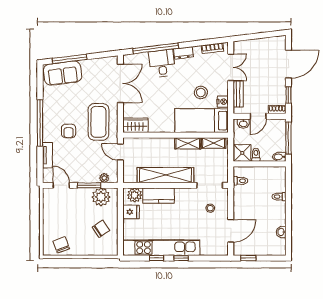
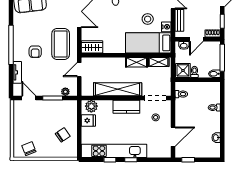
door: (120, 152) -> (79, 70), hinge flipped
kitchen counter: (159, 196) -> (126, 107), moved
plant: (101, 197) -> (63, 108), removed

